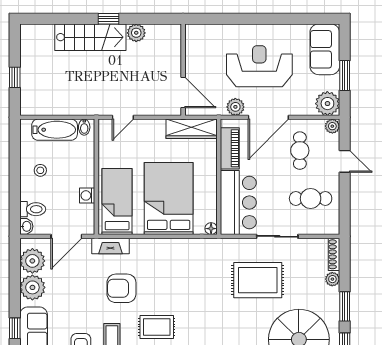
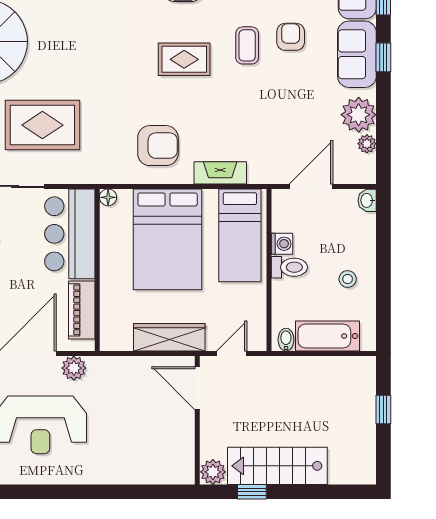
wall: (183, 70) -> (197, 420), moved
door: (183, 92) -> (197, 388), moved
wardrobe: (192, 129) -> (169, 337), moved
toilet: (33, 209) -> (289, 267), moved, turned 180
fireplace: (110, 246) -> (220, 173), moved
plant: (32, 261) -> (367, 144), width x0.53, depth x0.53
armchair: (121, 288) -> (158, 146), moved

